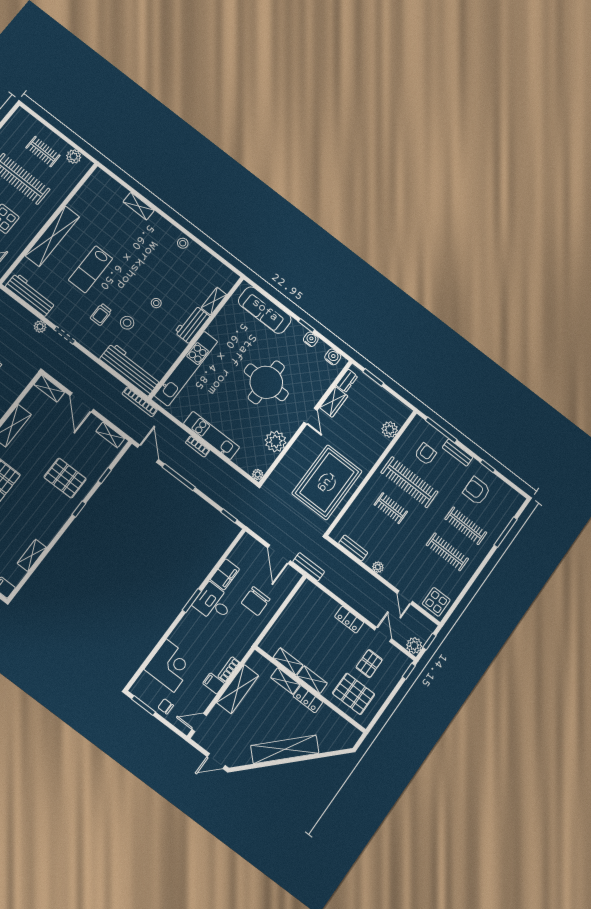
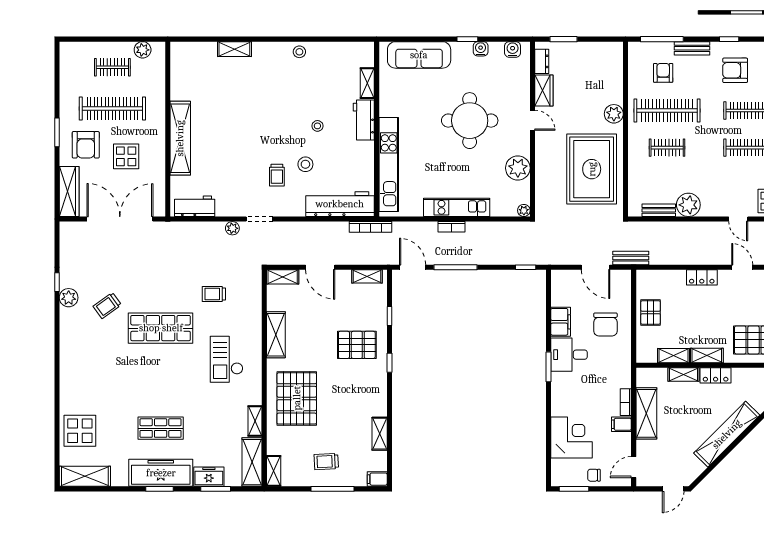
lab bench: (91, 269) -> (237, 141), removed
workbench: (30, 295) -> (195, 206), width x0.73
plant: (390, 430) -> (614, 114), moved
plant: (378, 567) -> (688, 205), width x1.88, depth x1.88
pallet: (369, 664) -> (651, 312), moved

